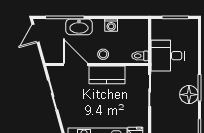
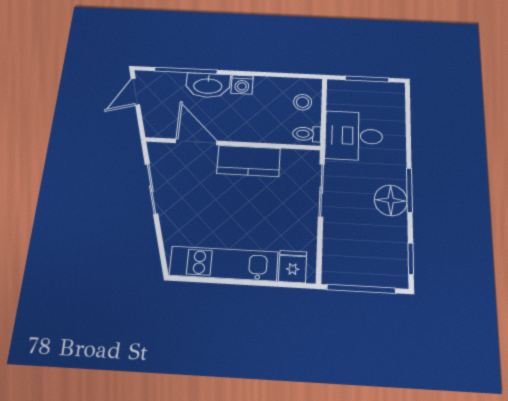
washing machine: (111, 25) -> (242, 84), moved
stool: (103, 54) -> (303, 102), moved

